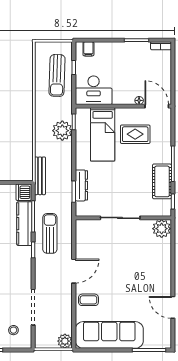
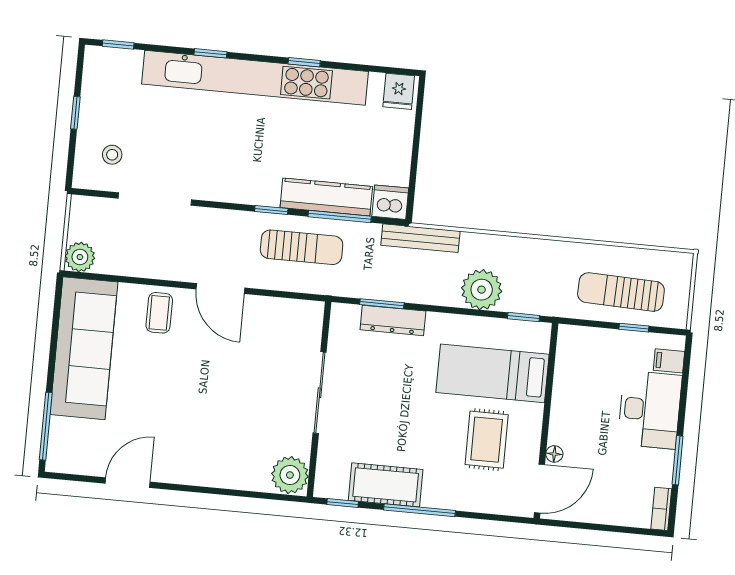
desk: (94, 90) -> (650, 410), moved, turned 180
plant: (62, 131) -> (482, 290), moved

